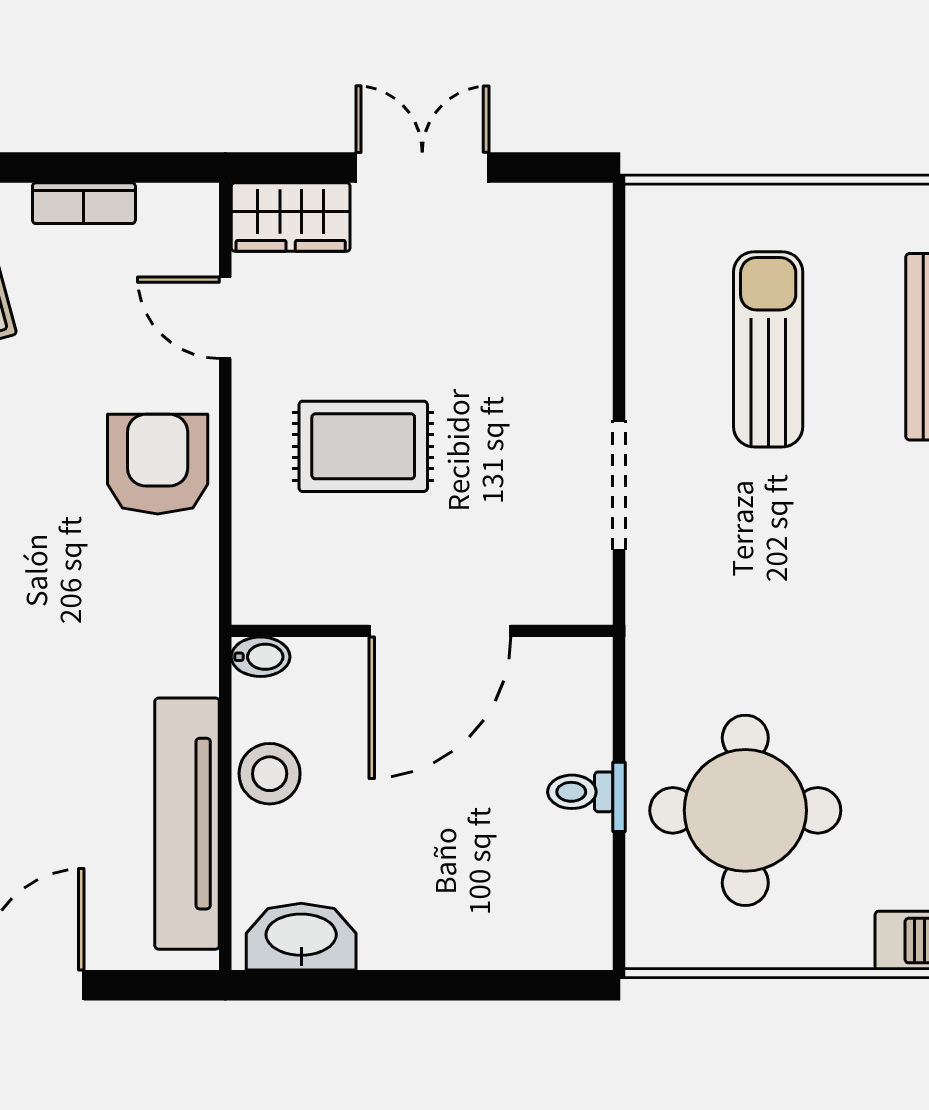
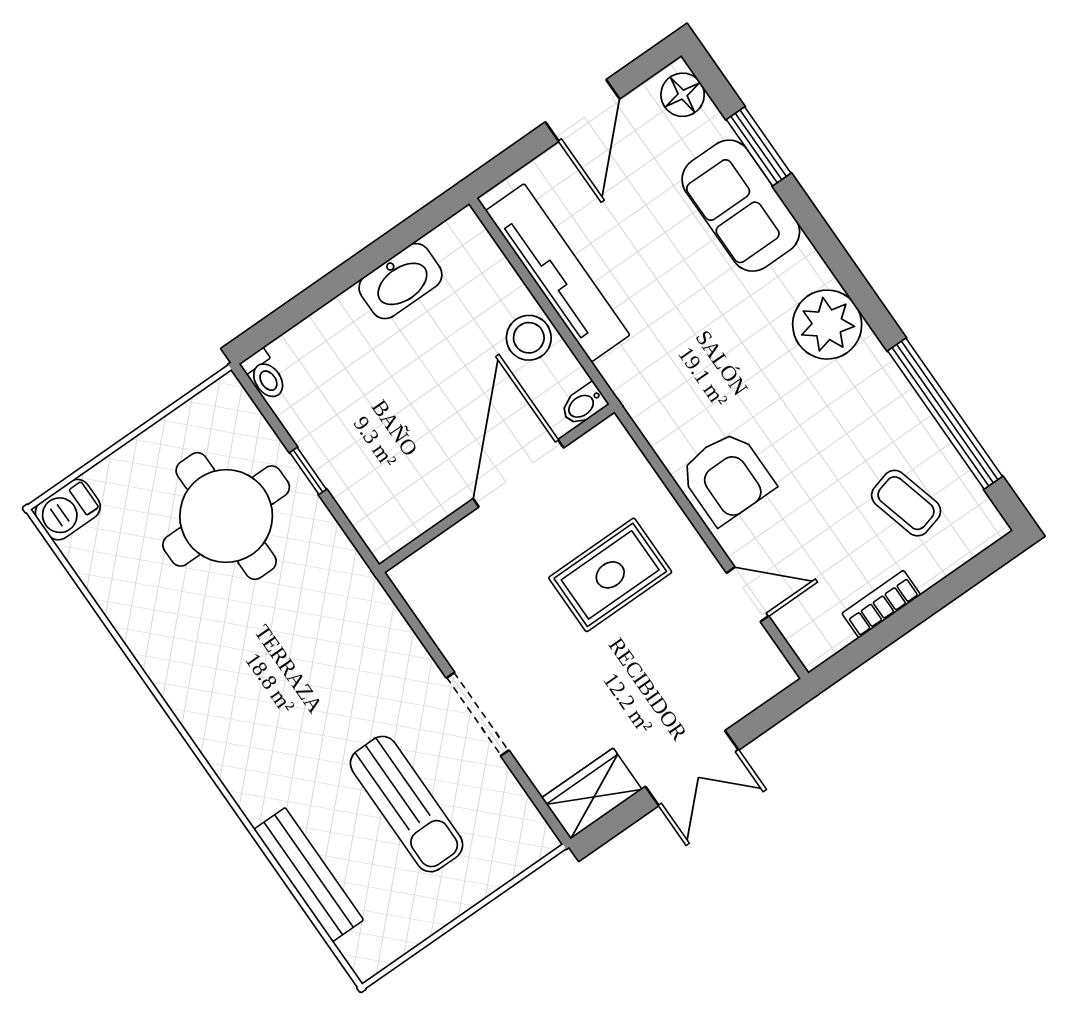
wardrobe: (291, 217) -> (592, 794), moved
doorway: (619, 485) -> (478, 714), moved
door: (440, 631) -> (518, 473), moved
toilet: (580, 792) -> (265, 375), moved, turned 90
washbasin: (301, 937) -> (400, 281), moved

